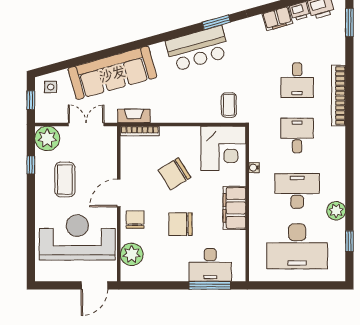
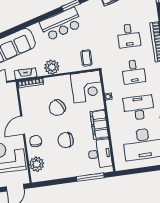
plant: (175, 112) -> (52, 67), added
desk: (297, 136) -> (134, 72), turned 180
desk: (210, 265) -> (100, 154), moved, turned -90

